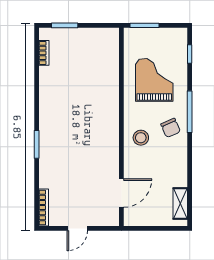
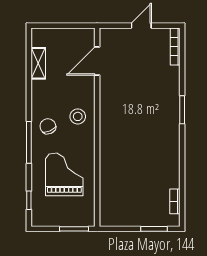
grand piano: (154, 80) -> (64, 174), turned 180
shelving: (180, 203) -> (38, 63), moved

